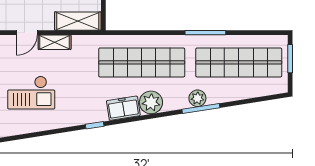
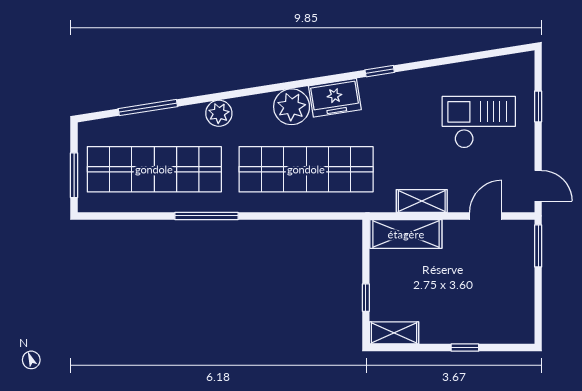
shelving: (55, 42) -> (422, 201), moved
window: (201, 109) -> (148, 108), moved

